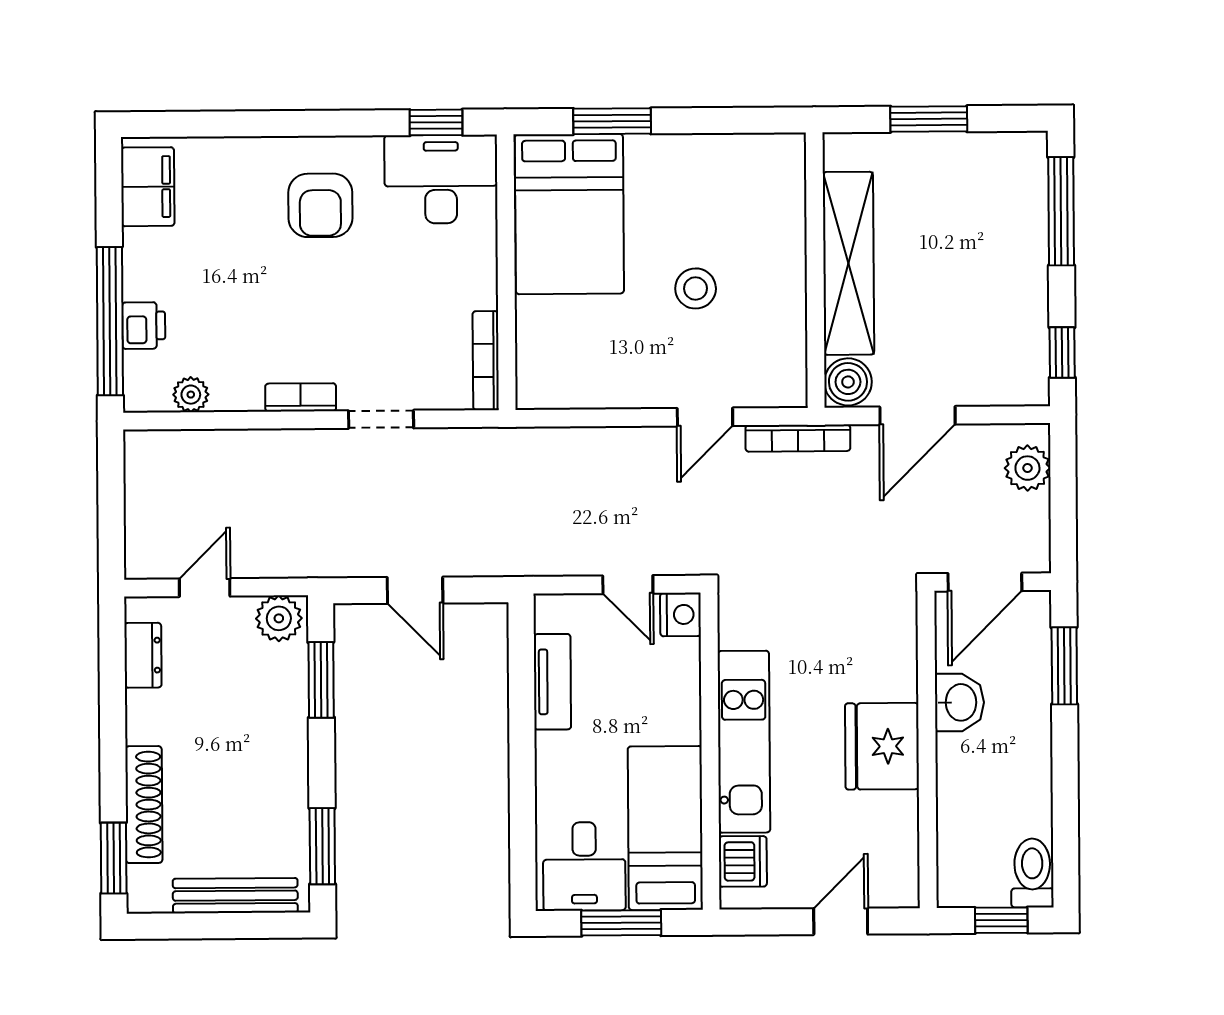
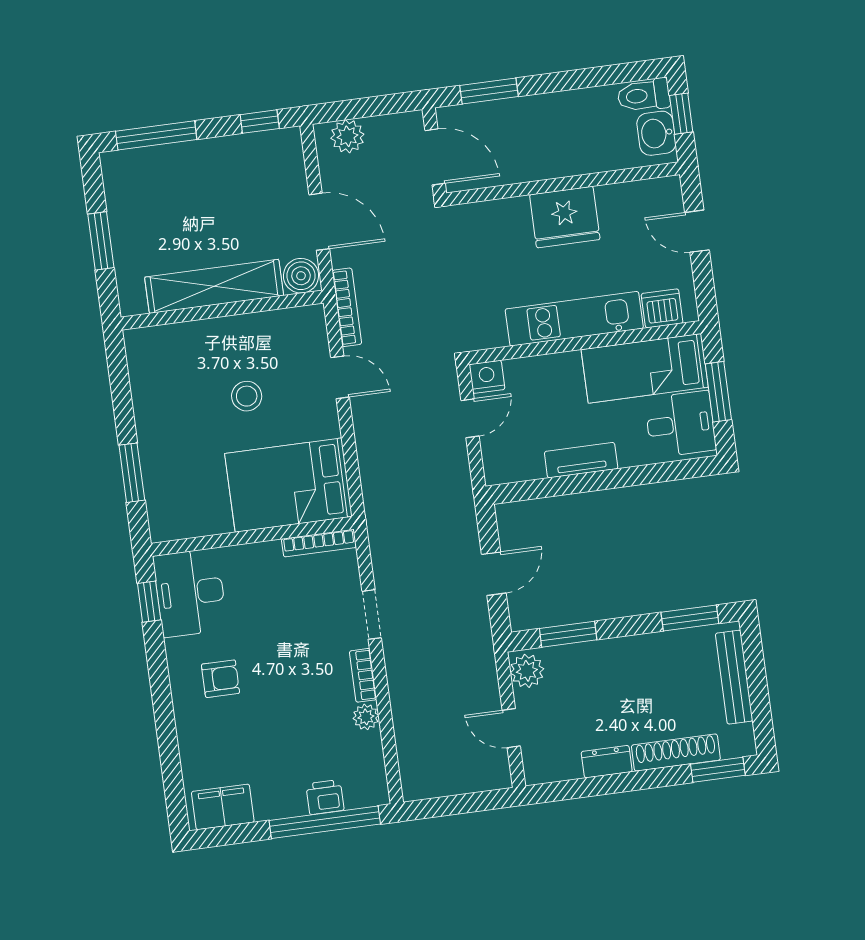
armchair: (320, 205) -> (220, 679), width x0.72, depth x0.72
bed: (569, 214) -> (289, 485), moved, turned 180
plant: (191, 395) -> (366, 717), moved
dresser: (143, 655) -> (607, 762), moved
tv unit: (552, 682) -> (581, 460), moved
washbasin: (960, 702) -> (656, 133), moved, turned -90

